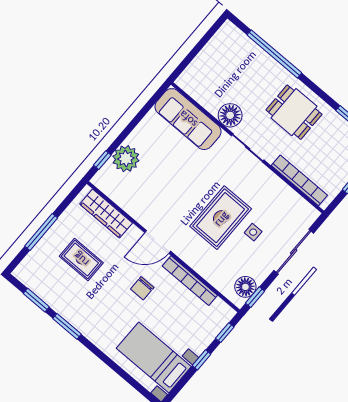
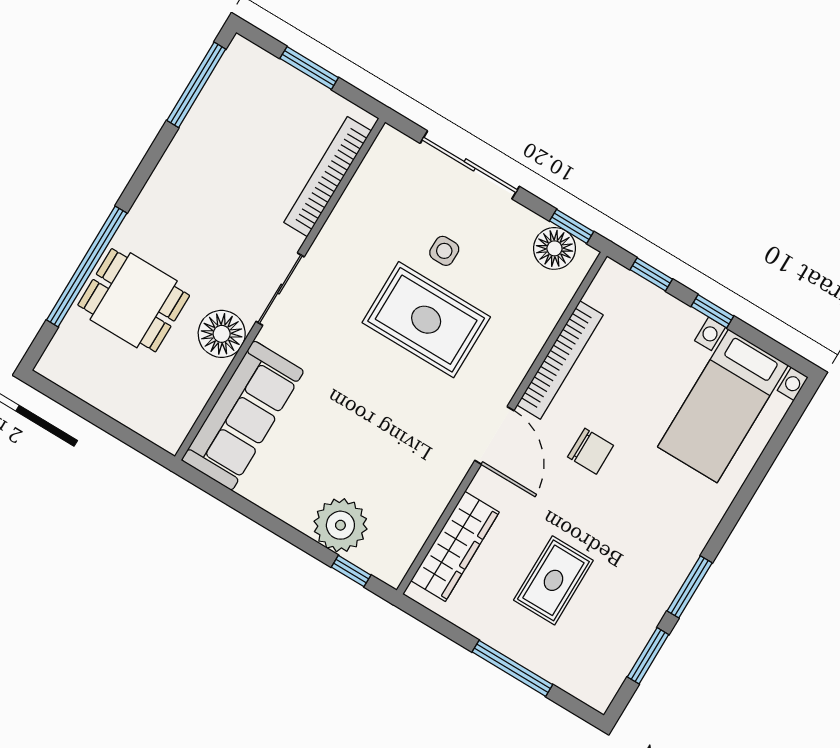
dining table: (294, 112) -> (134, 300), moved, turned 90

